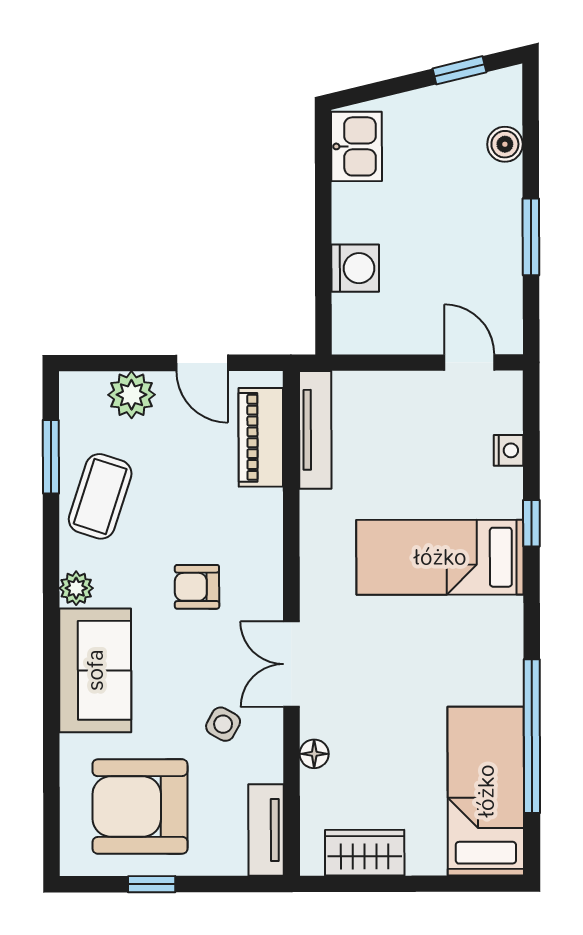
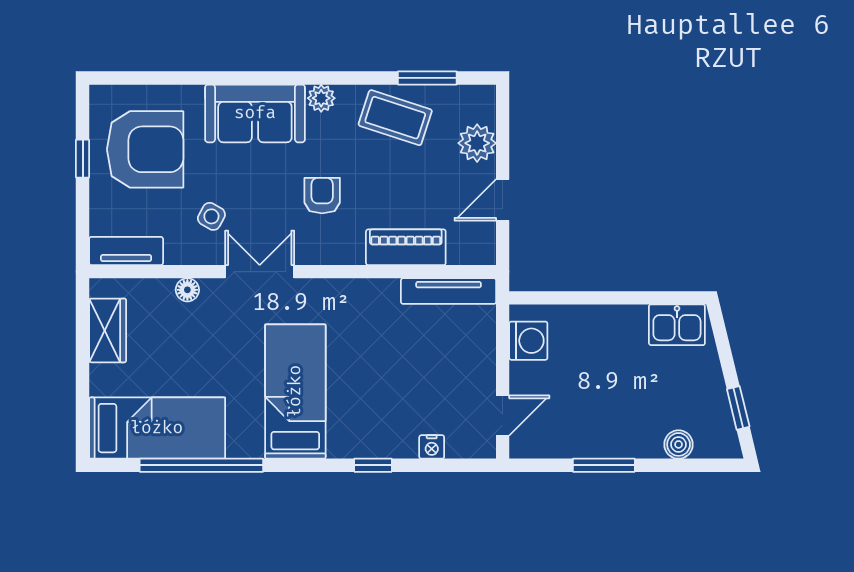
washing machine: (355, 268) -> (528, 341), moved, turned -90
piano: (261, 437) -> (406, 247), moved
bed: (440, 557) -> (295, 391), moved
armchair: (140, 806) -> (145, 149), turned 90

